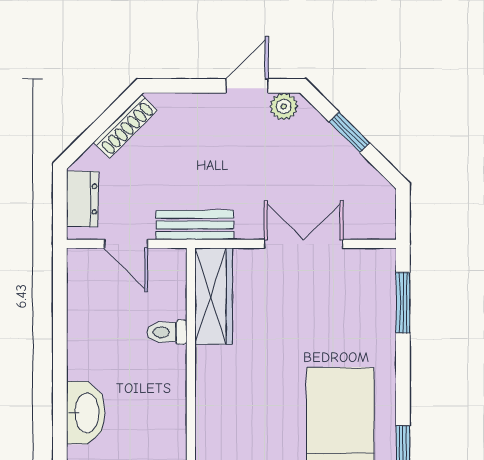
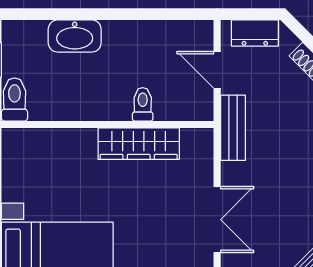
door: (126, 244) -> (217, 70), hinge flipped
wardrobe: (214, 296) -> (139, 144), moved

